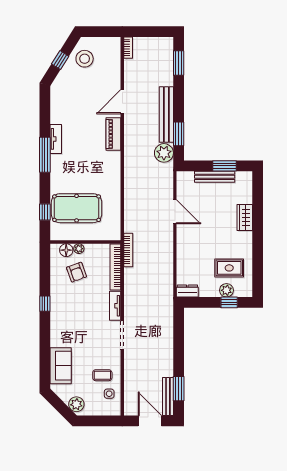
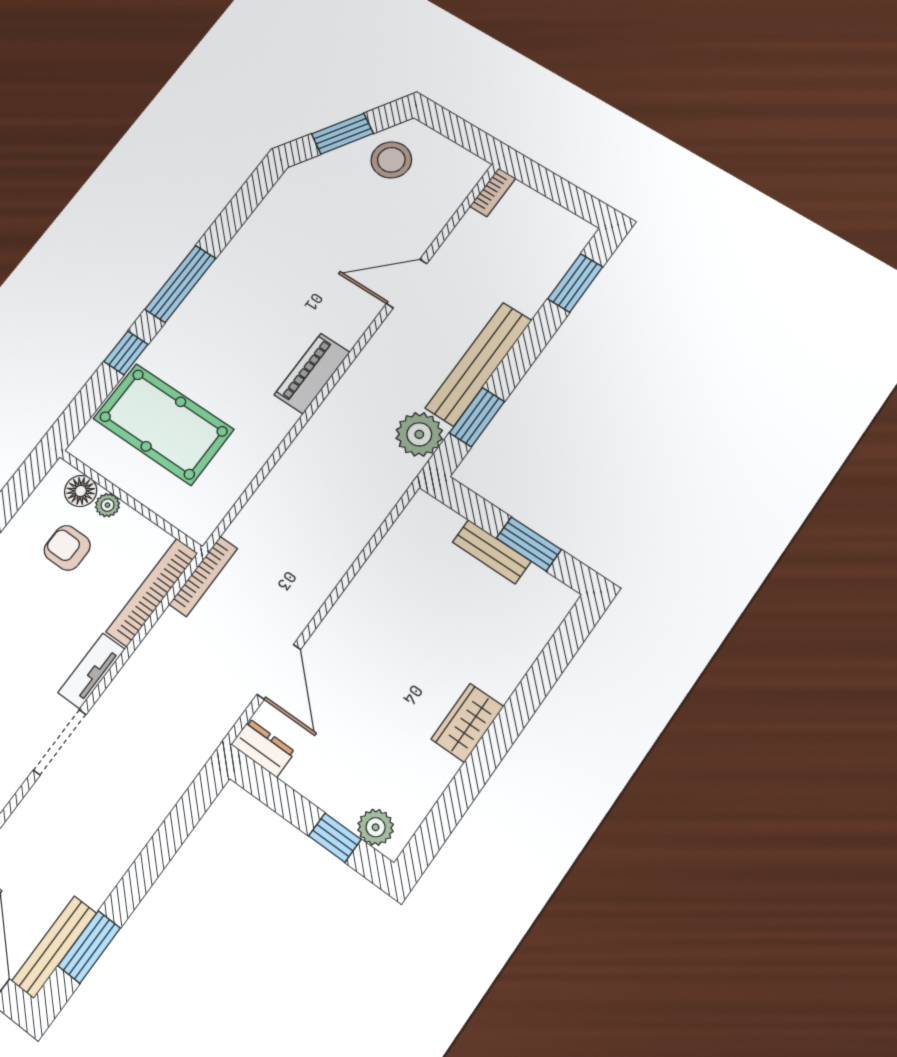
window: (60, 60) -> (342, 134), width x1.50
piano: (113, 134) -> (312, 373), moved
tv unit: (56, 139) -> (224, 269), removed
bench: (215, 177) -> (492, 552), width x0.73
window: (45, 212) -> (126, 353), moved
door: (175, 212) -> (279, 672), moved
wardrobe: (245, 218) -> (467, 723), moved
rug: (229, 268) -> (388, 763), removed
armchair: (76, 272) -> (67, 548), turned 110
plant: (226, 290) -> (376, 827), moved

